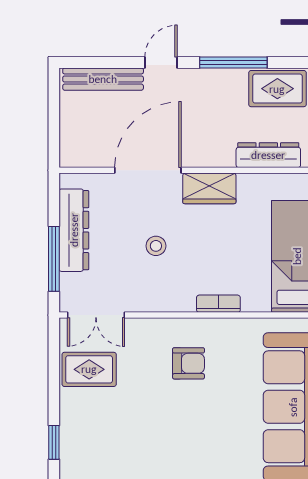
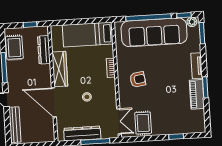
wardrobe: (209, 188) -> (60, 69), width x1.50
armchair: (189, 363) -> (138, 79), turned 82

